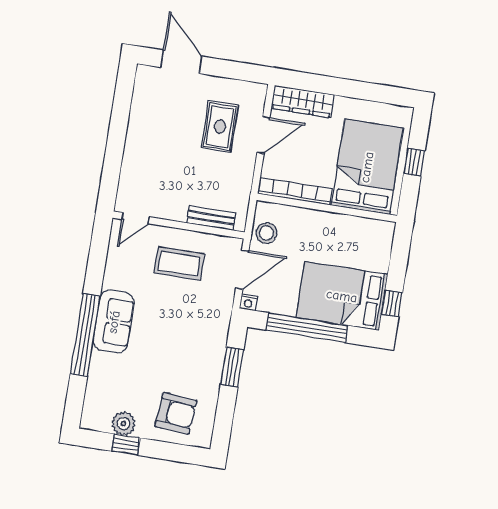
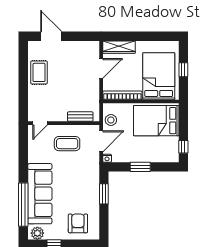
rug: (220, 126) -> (39, 72), moved
bed: (342, 296) -> (156, 121), moved
sofa: (114, 322) -> (40, 194), width x1.85, depth x1.27
window: (307, 328) -> (140, 167), width x0.47
window: (85, 335) -> (23, 205), moved
armchair: (176, 413) -> (78, 223), turned -95
plant: (123, 424) -> (37, 233), moved

